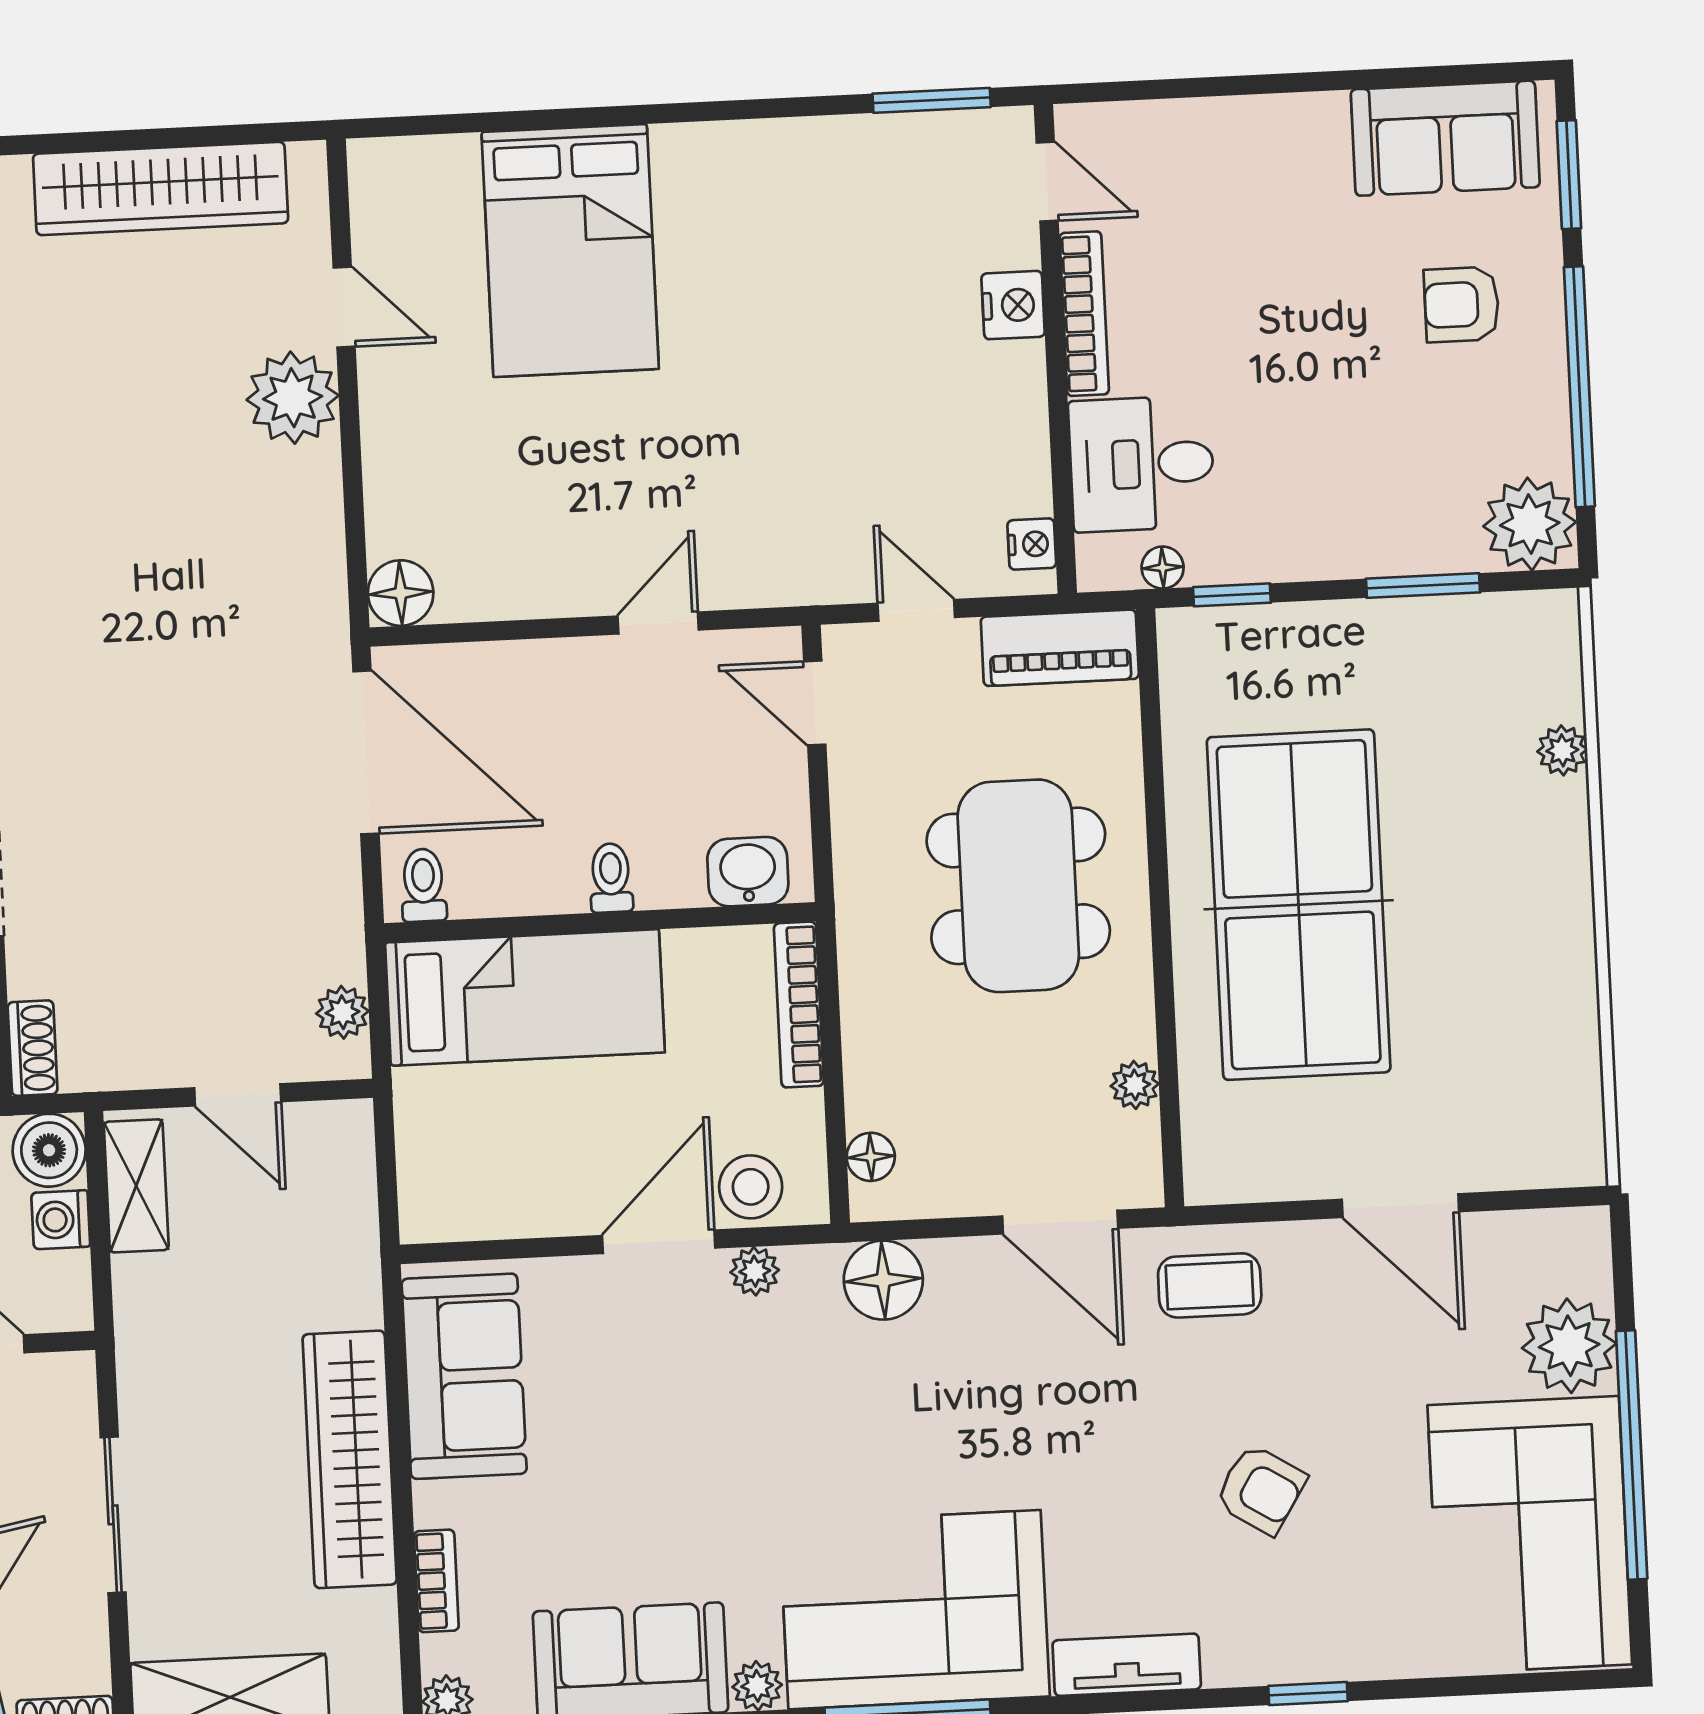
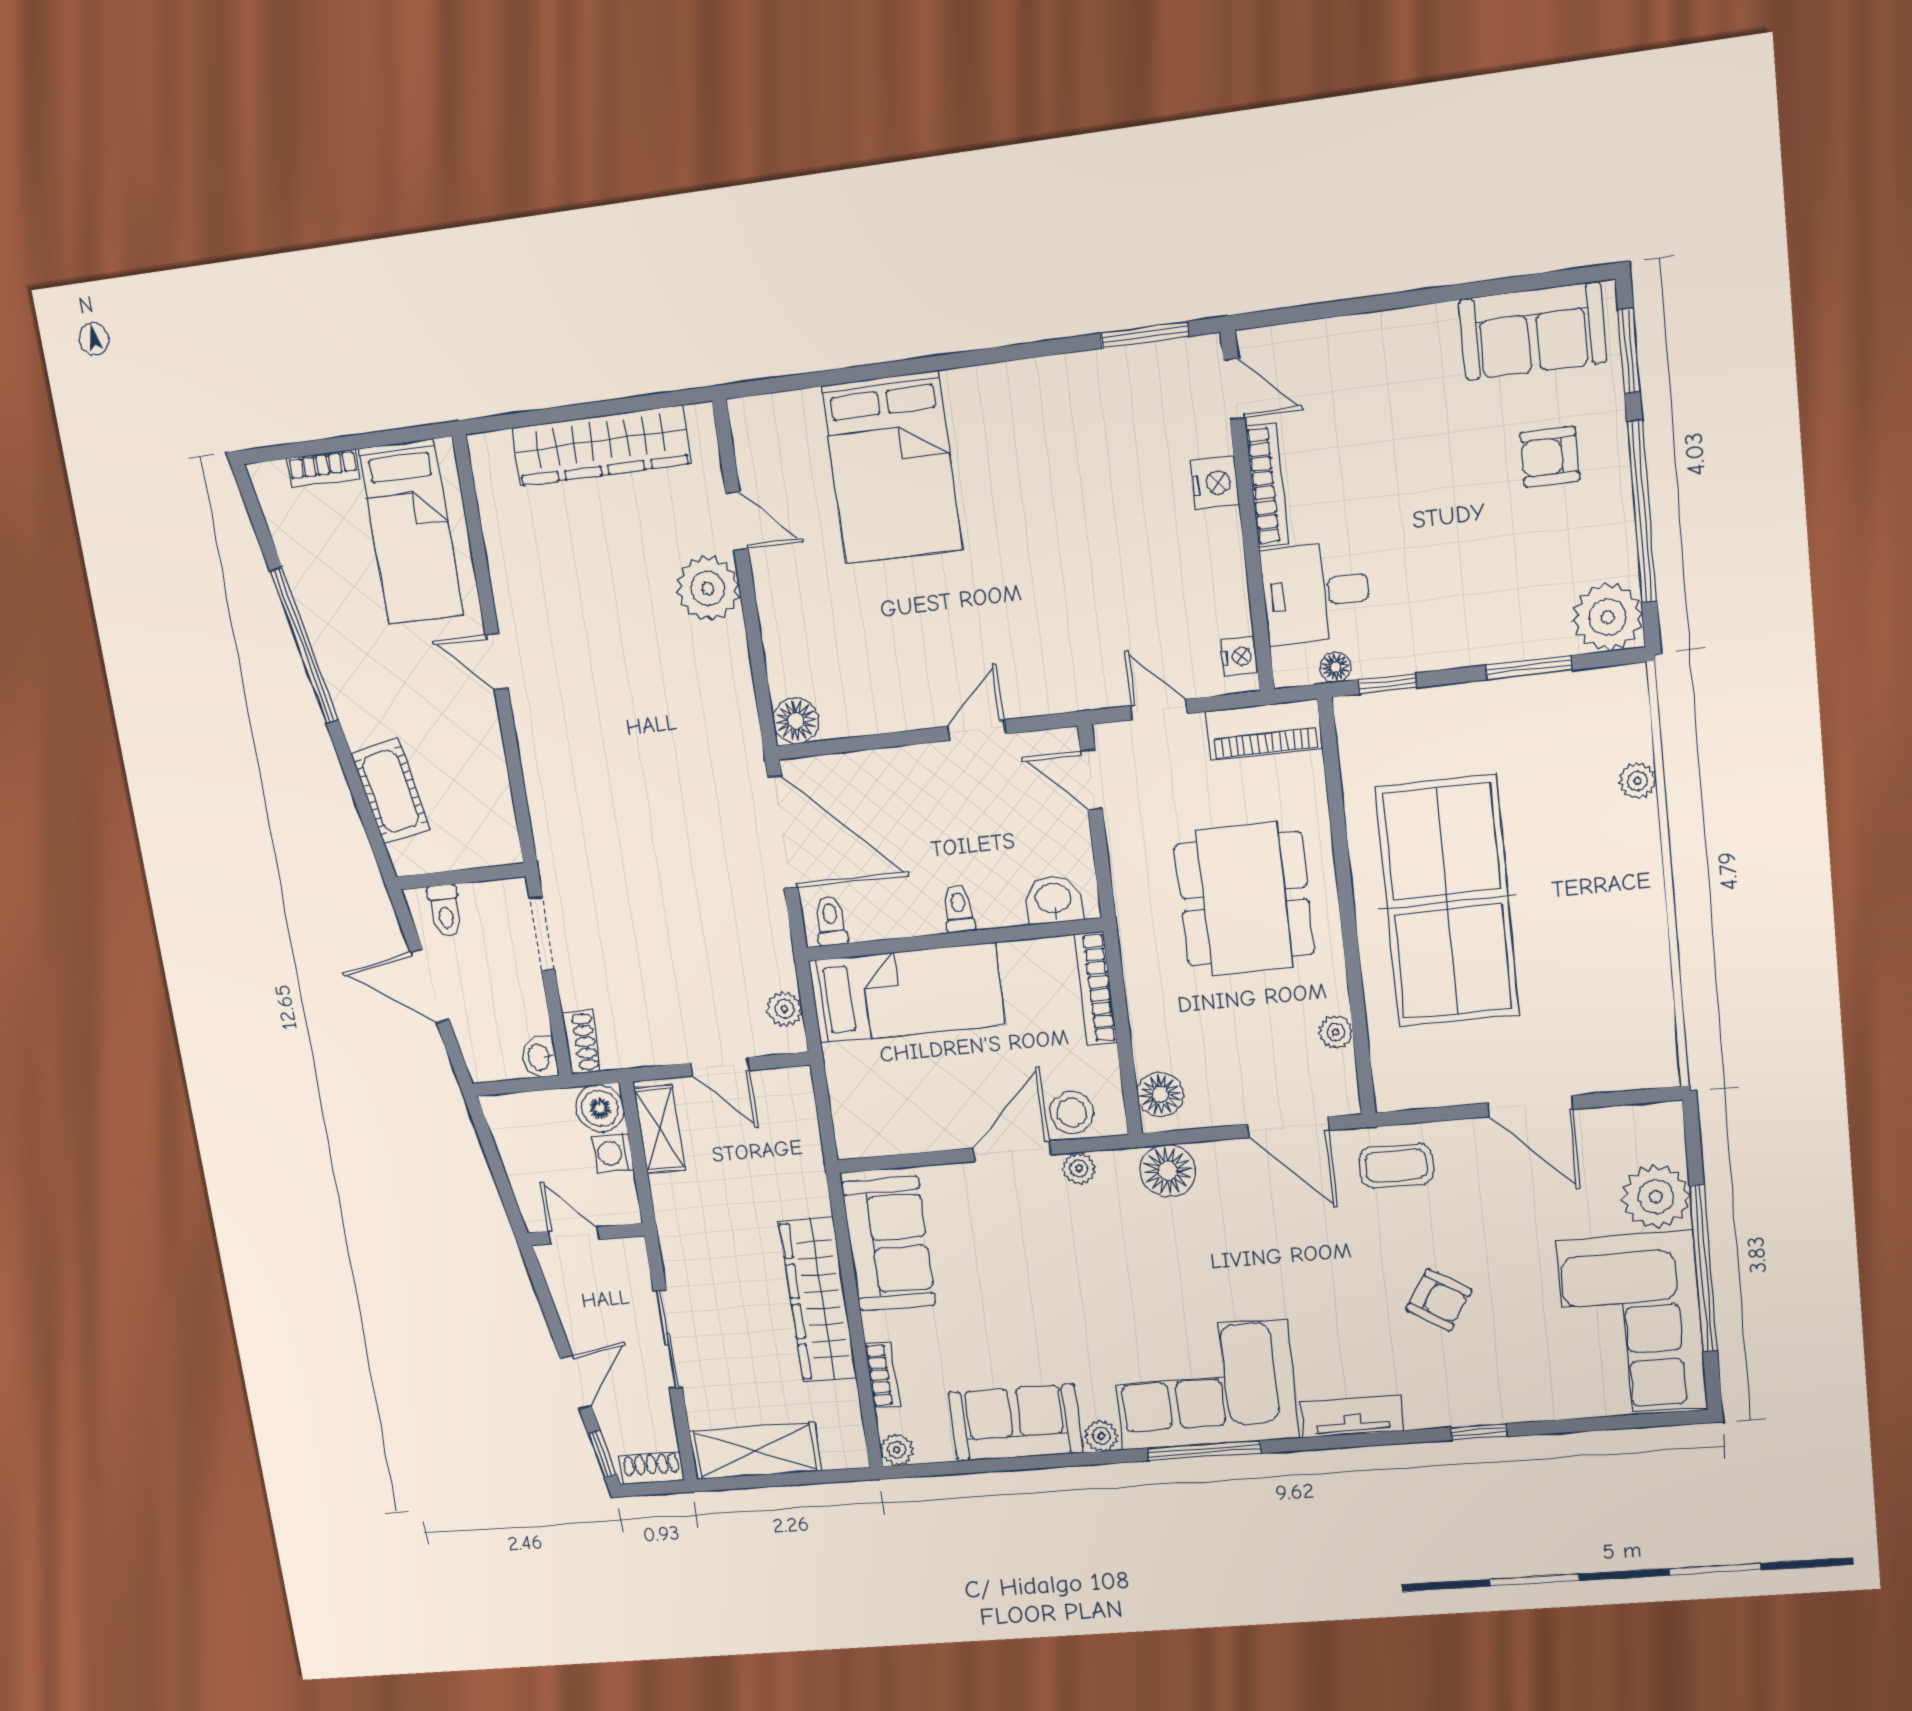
floor lamp: (871, 1157) -> (1160, 1094), width x1.37, depth x1.37

